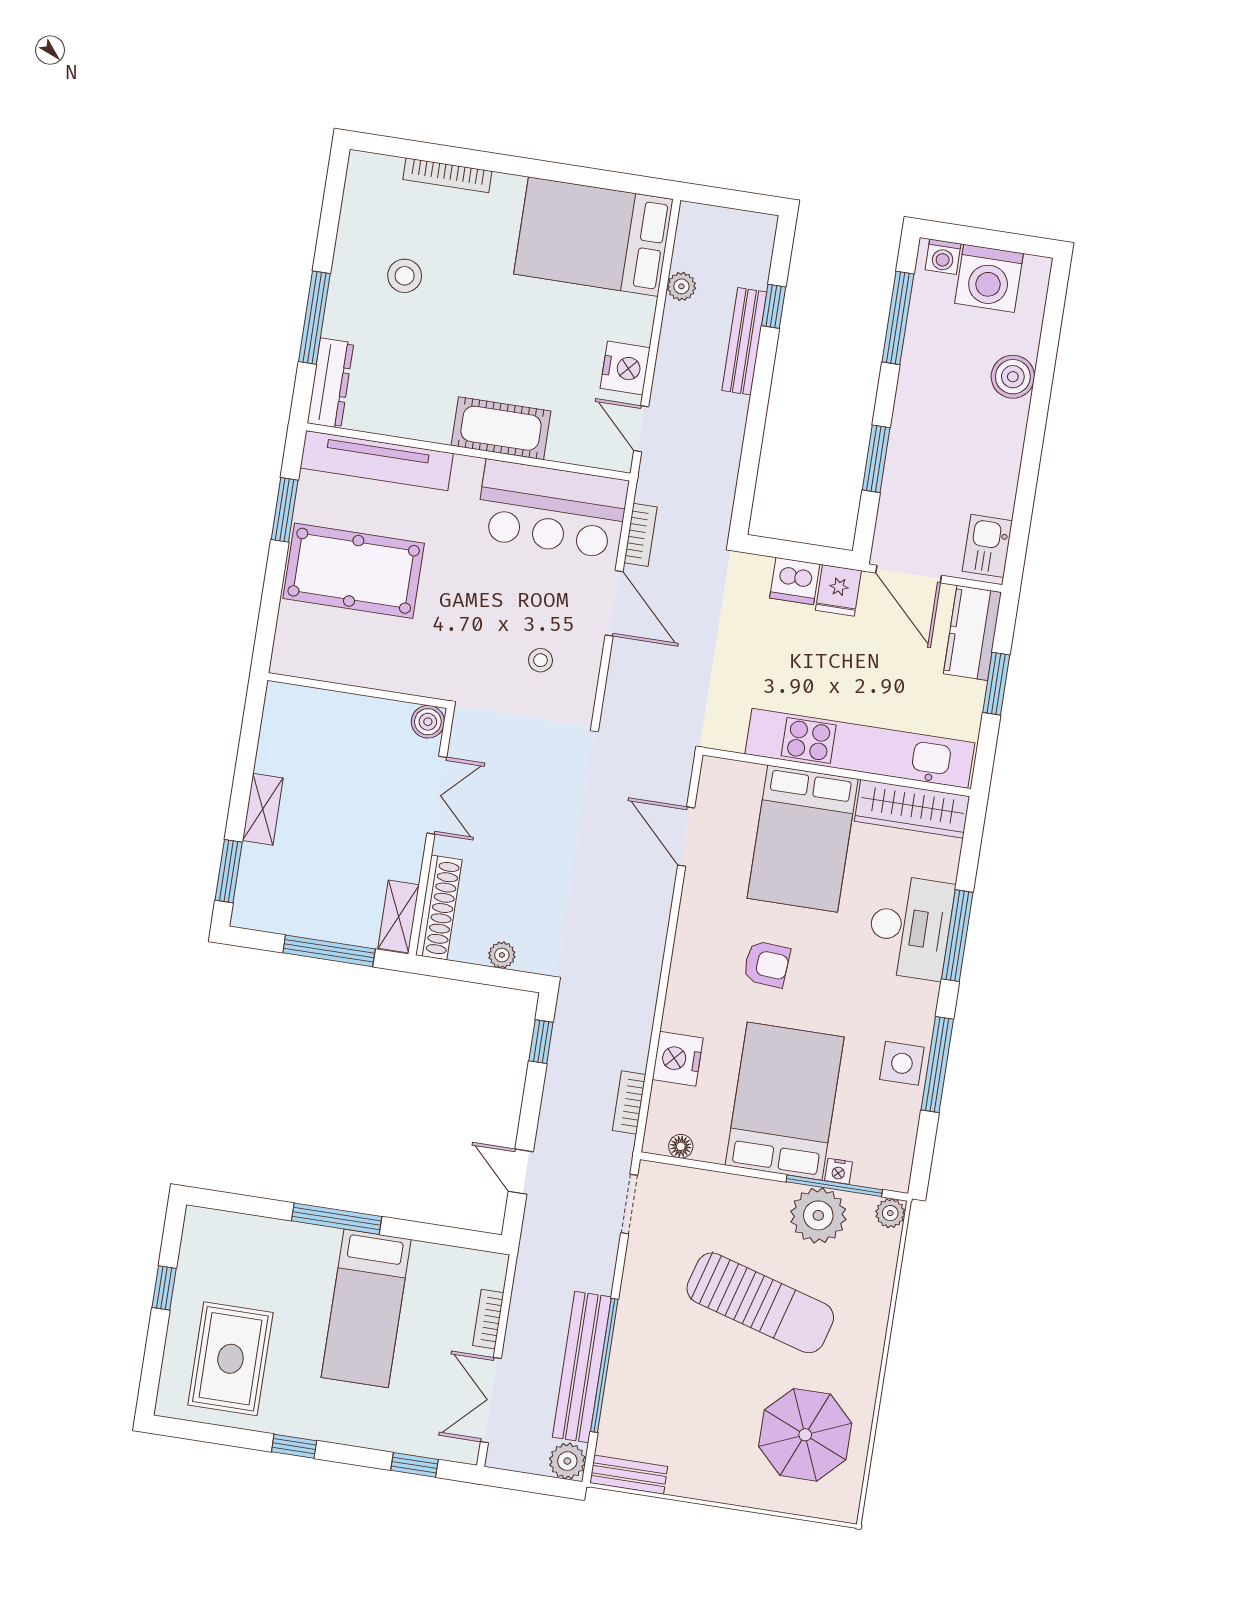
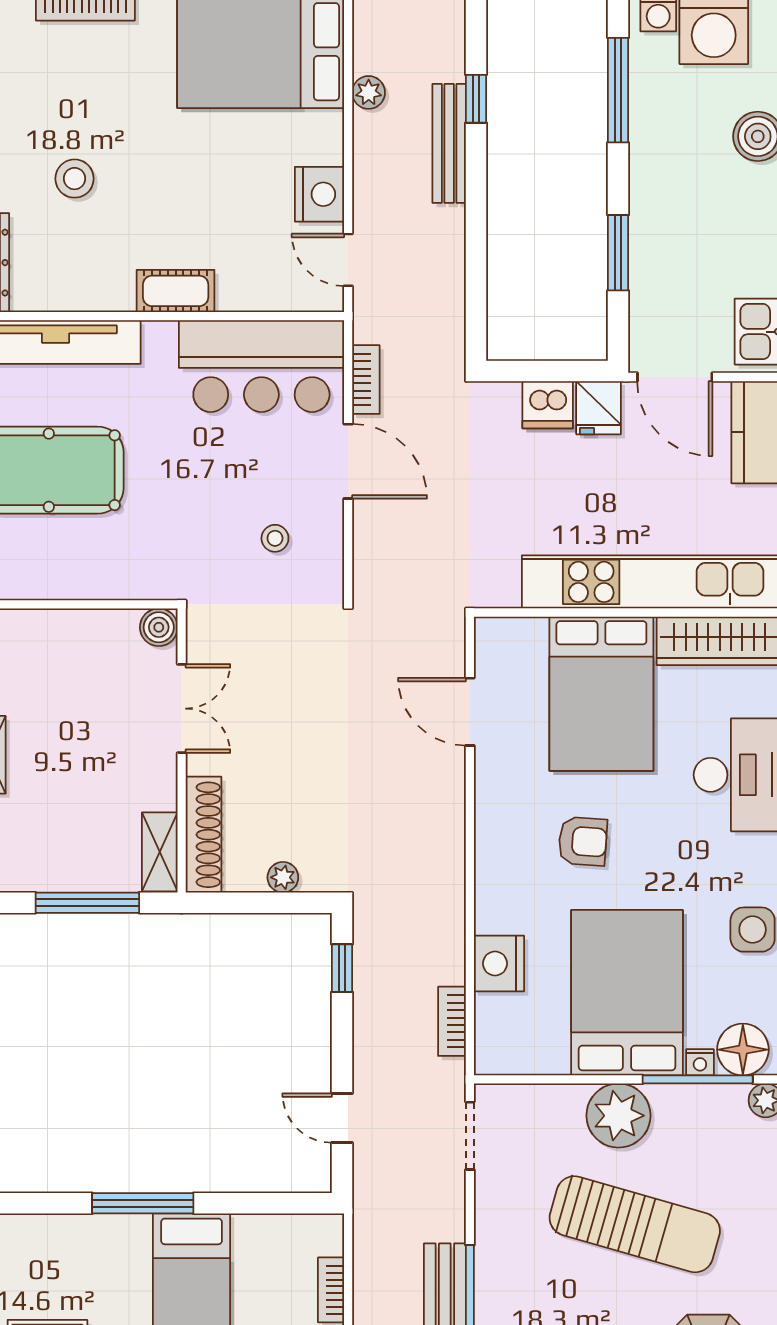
stool: (405, 276) -> (75, 179), moved
cot: (501, 428) -> (176, 291), width x0.73, depth x0.75
floor lamp: (681, 1146) -> (743, 1050), moved, width x1.89, depth x1.89
plant: (818, 1215) -> (618, 1116), moved

